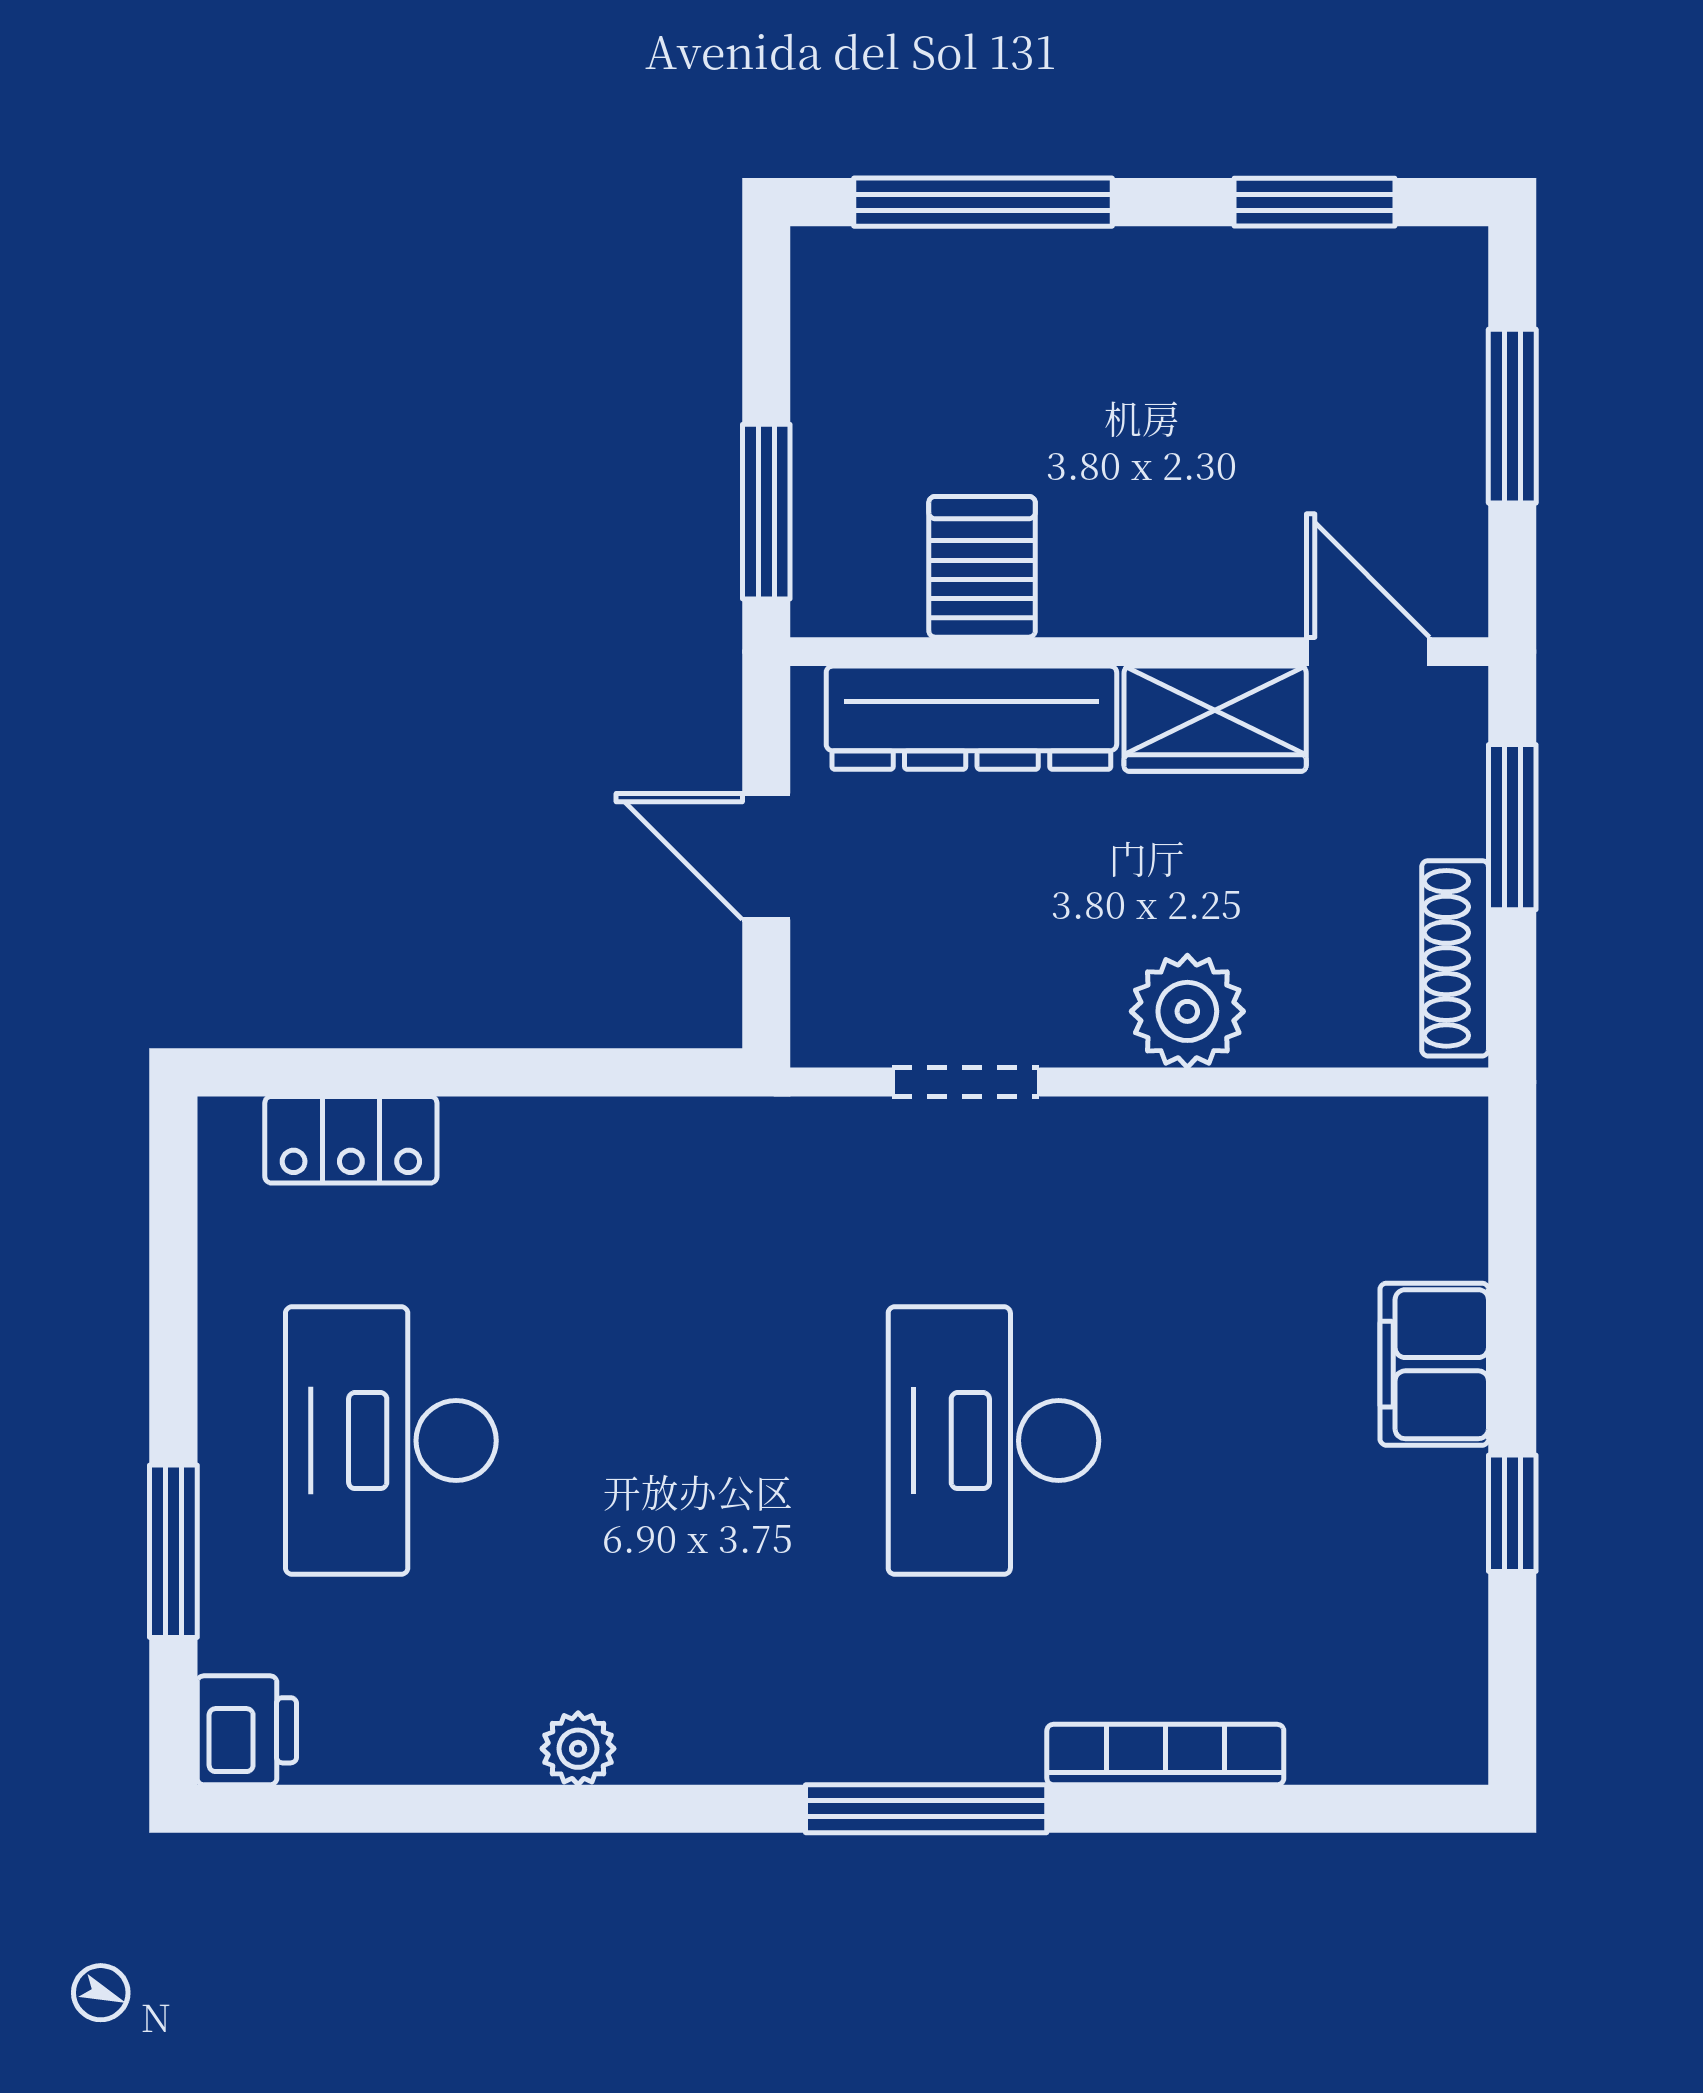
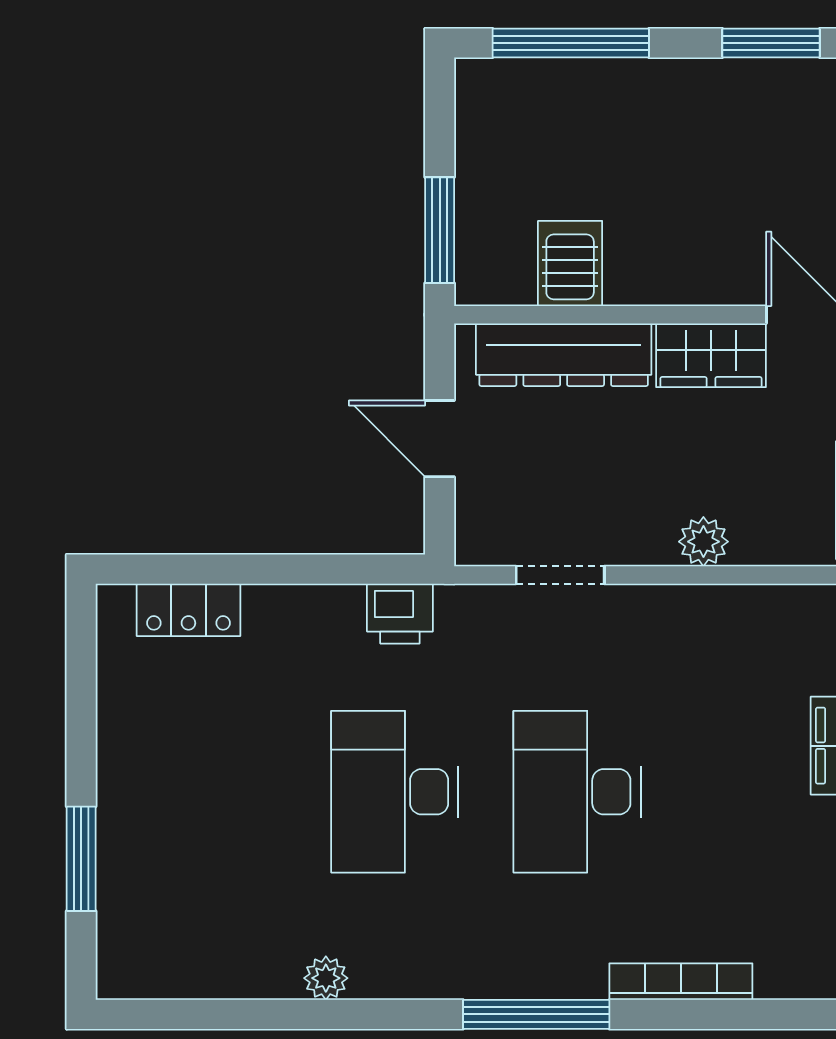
plant: (1187, 1011) -> (703, 542), width x0.73, depth x0.73
desk: (391, 1441) -> (395, 792), moved
printer: (247, 1730) -> (400, 614), moved, turned 90

